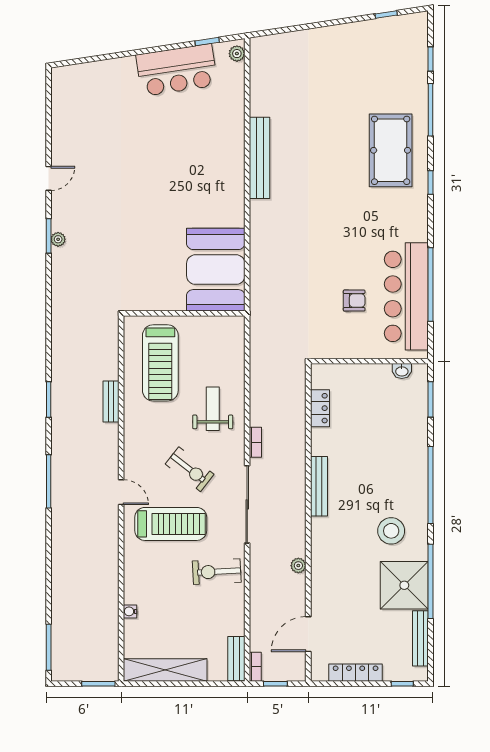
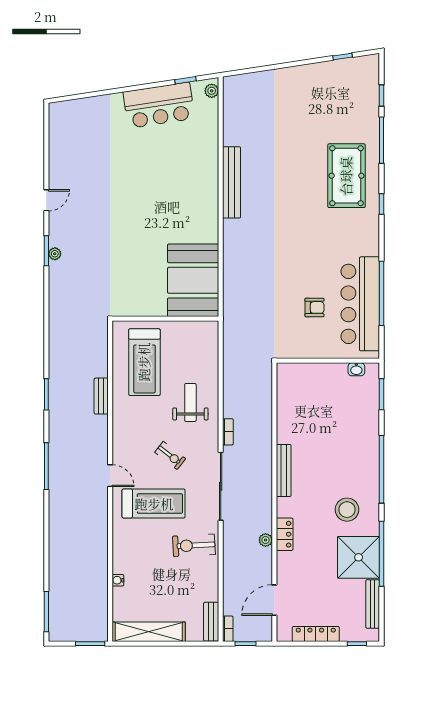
locker: (320, 408) -> (285, 534), moved
exercise bike: (190, 469) -> (170, 455), width x0.73, depth x0.72

